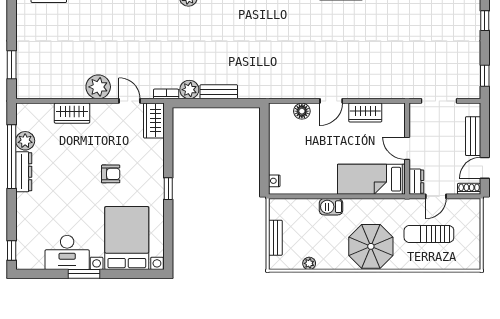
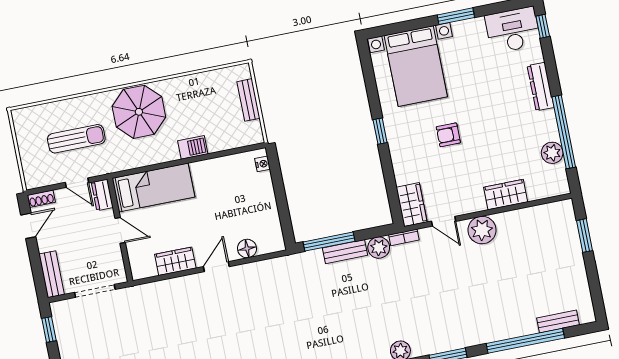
window: (231, 103) -> (329, 242), added
bench: (473, 136) -> (52, 274), moved
dresser: (24, 172) -> (541, 87), moved
door: (436, 196) -> (77, 183), swing flipped
desk: (67, 252) -> (513, 30), moved
plant: (309, 263) -> (205, 79), removed

